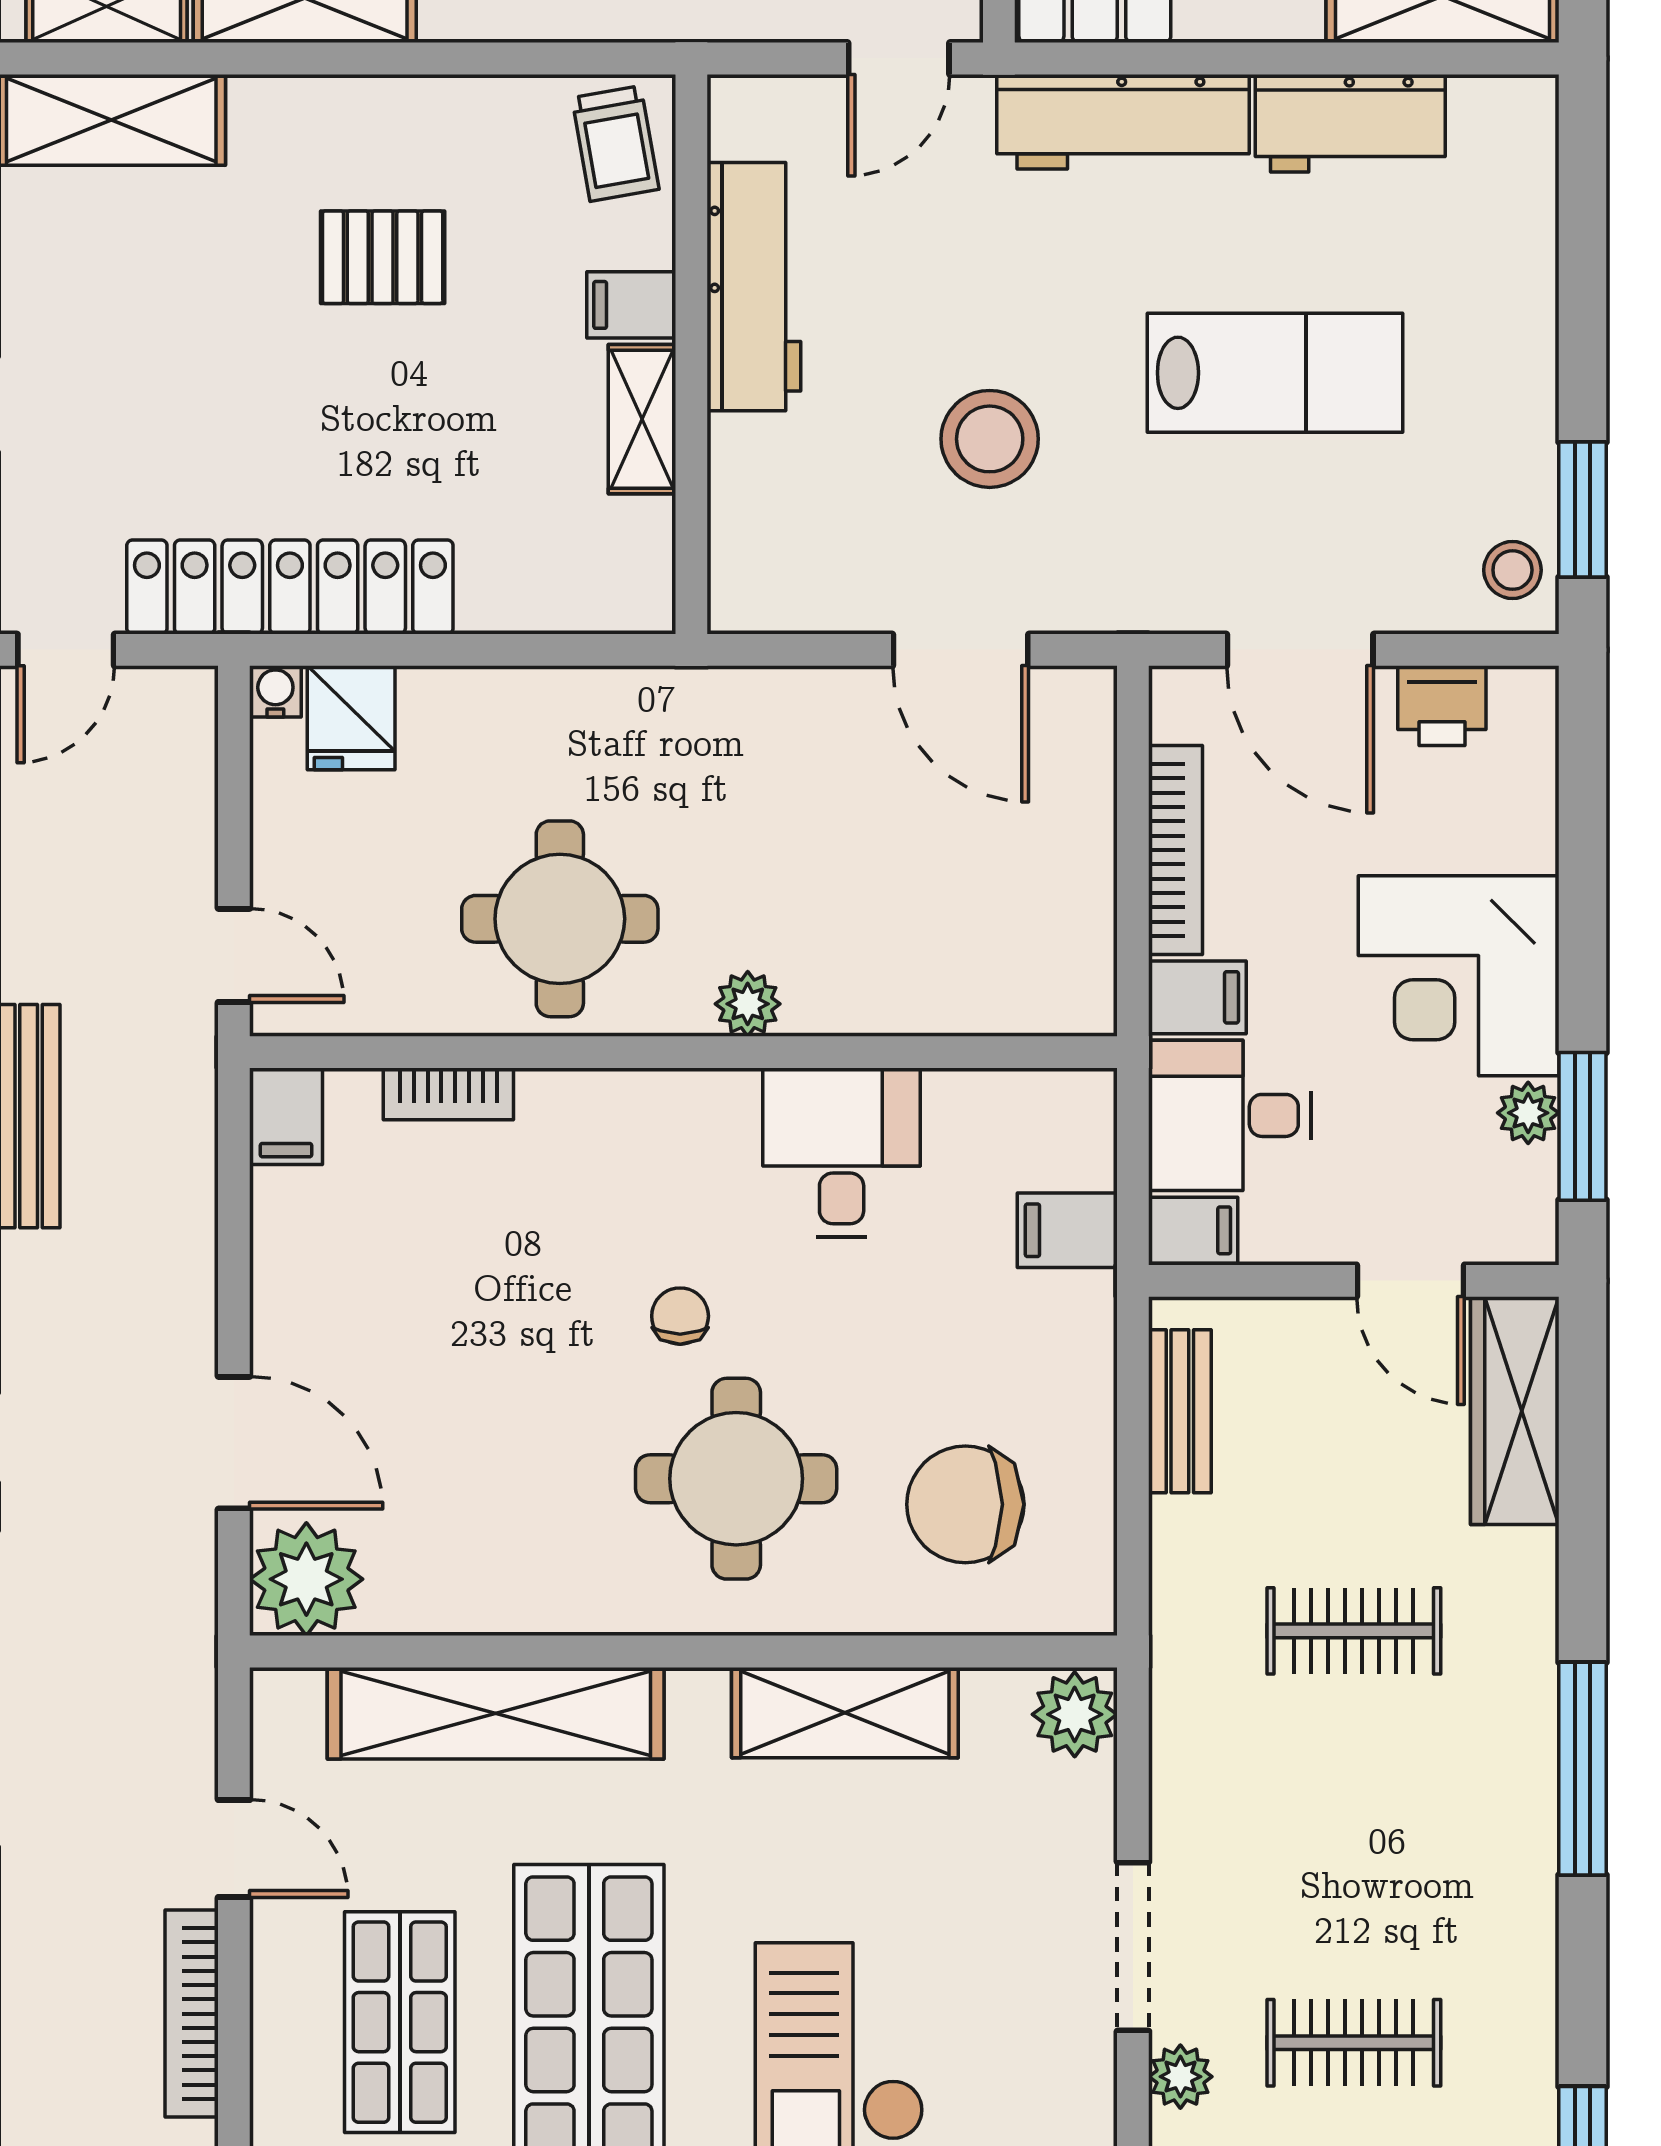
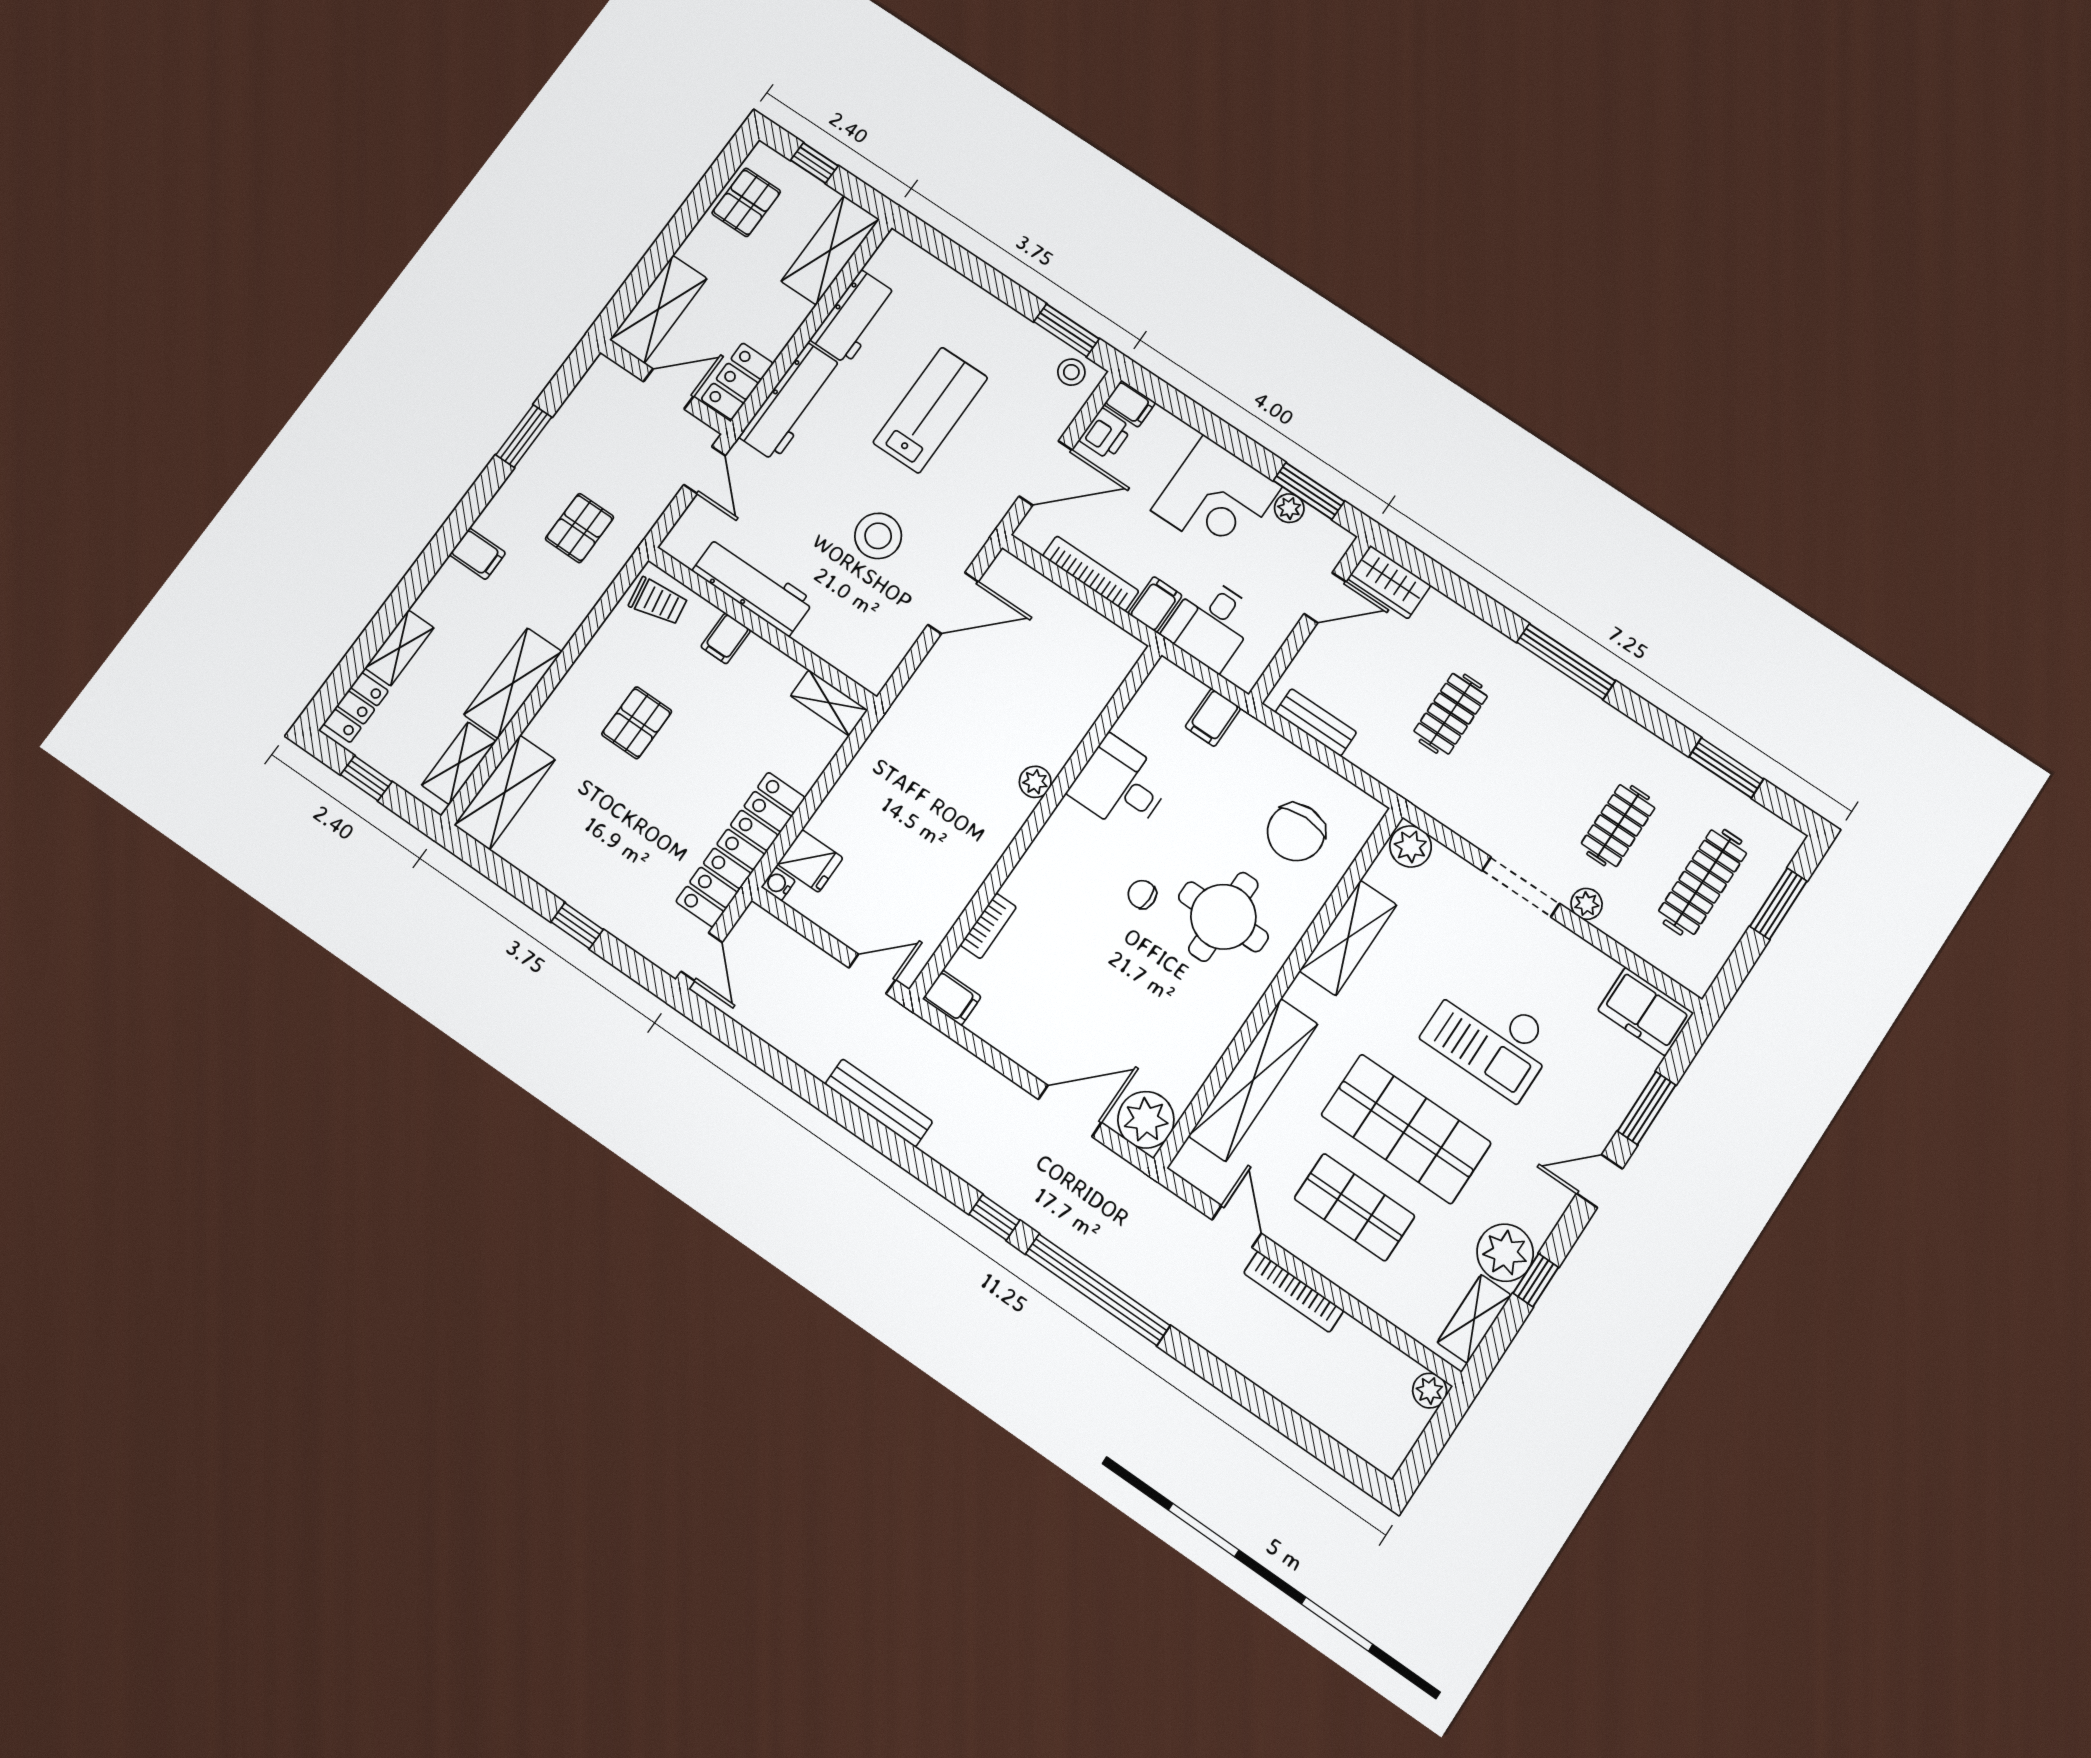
shelving: (642, 419) -> (829, 703), moved
round table: (560, 919) -> (949, 833), removed
filing cabinet: (1193, 1230) -> (1130, 404), moved, turned 90
wardrobe: (1515, 1411) -> (1389, 582), width x0.67
door: (234, 1848) -> (1237, 1227), hinge flipped

